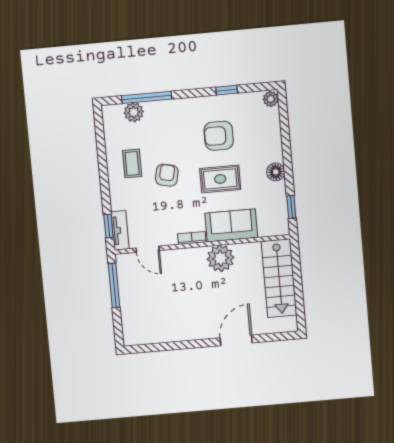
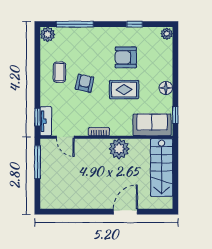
plant: (134, 112) -> (48, 34), moved
sofa: (231, 225) -> (152, 125), moved

